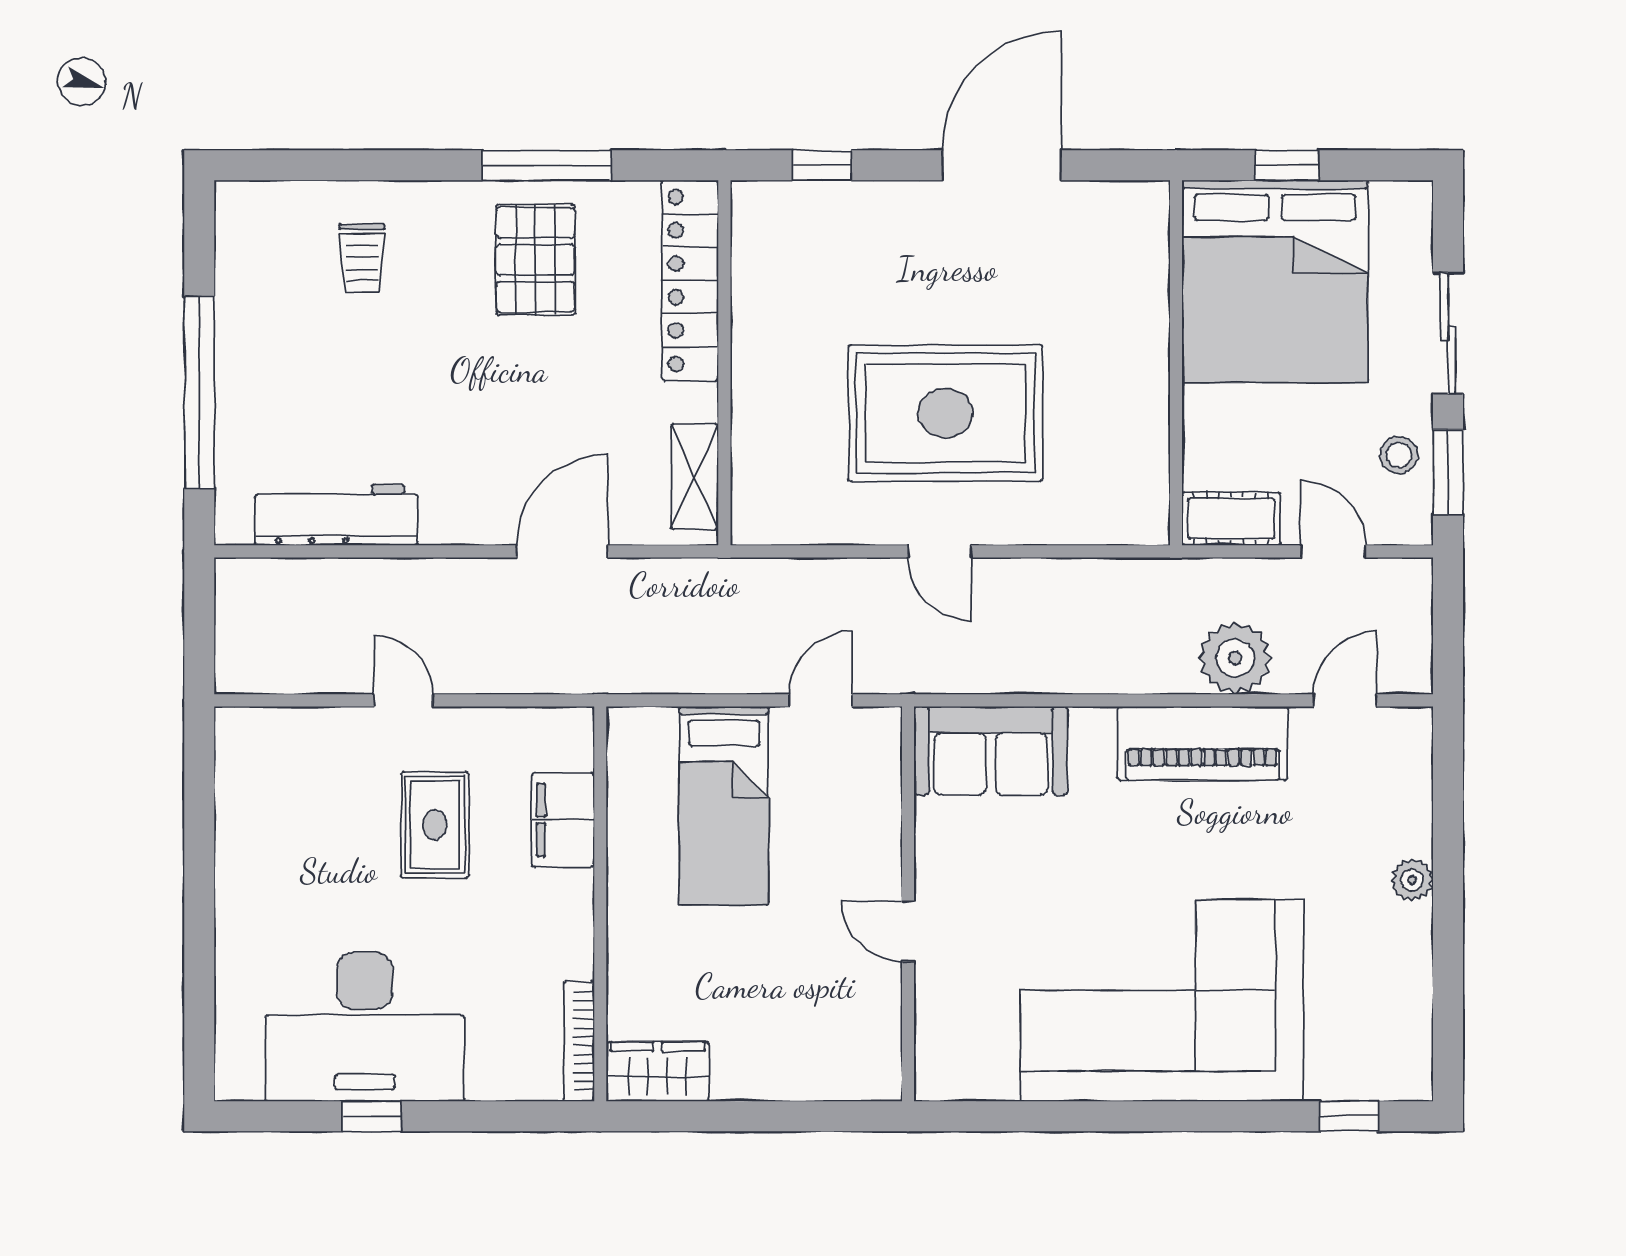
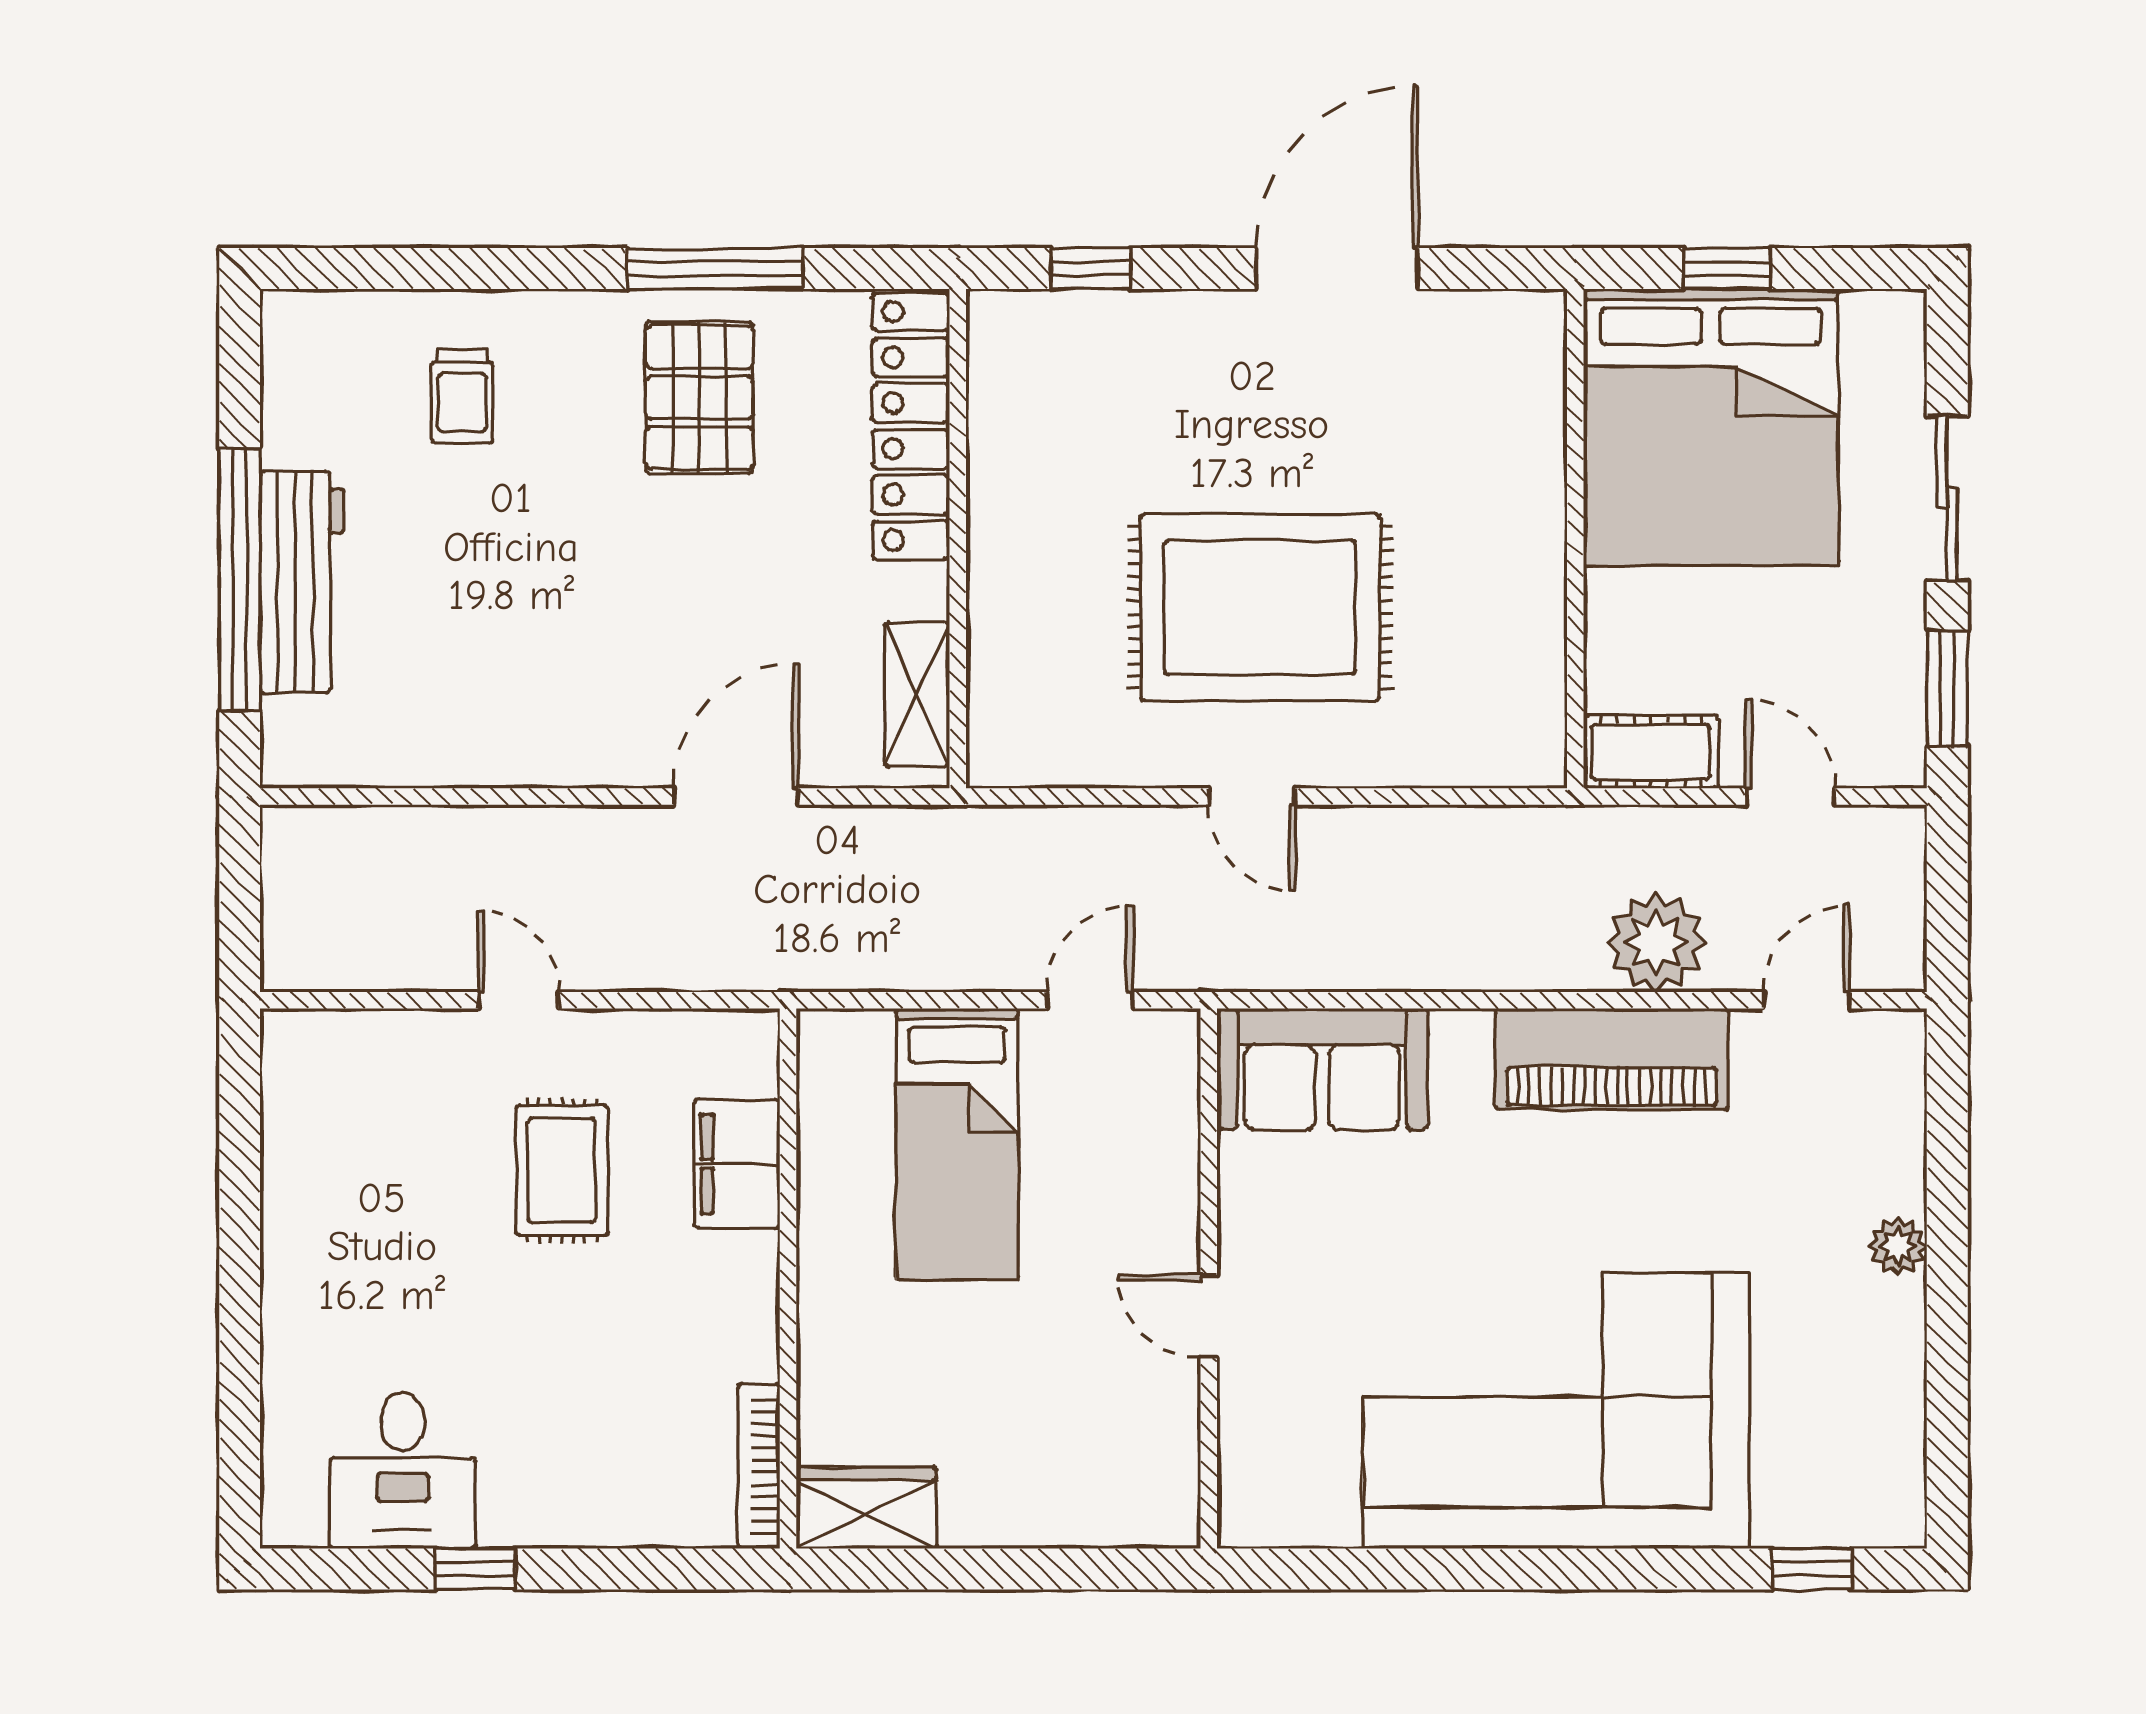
stool: (1399, 455) -> (1880, 665), removed
workbench: (336, 515) -> (302, 582), moved, turned 90
desk: (365, 1027) -> (403, 1470), width x0.53, depth x0.77

